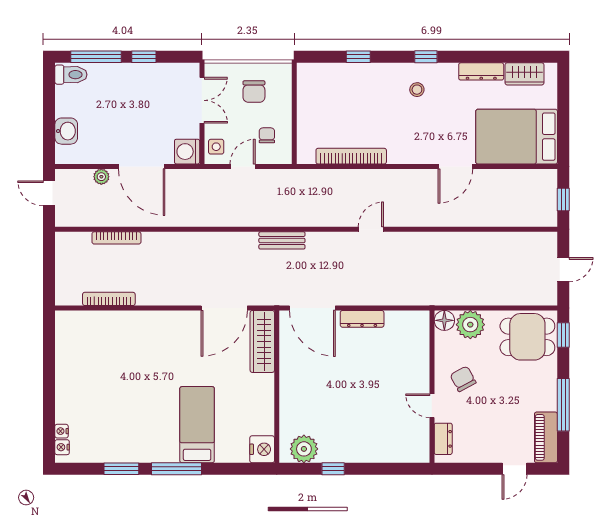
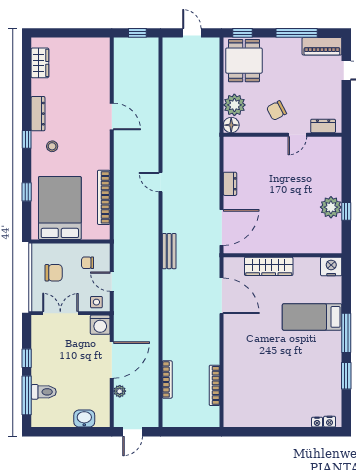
dresser: (481, 71) -> (38, 114), moved
toilet: (71, 75) -> (44, 392), moved, turned 90
bed: (517, 137) -> (60, 208), moved, turned 180
dresser: (362, 319) -> (230, 184), width x0.70
wardrobe: (262, 341) -> (269, 266), moved
plant: (304, 449) -> (331, 207), moved

